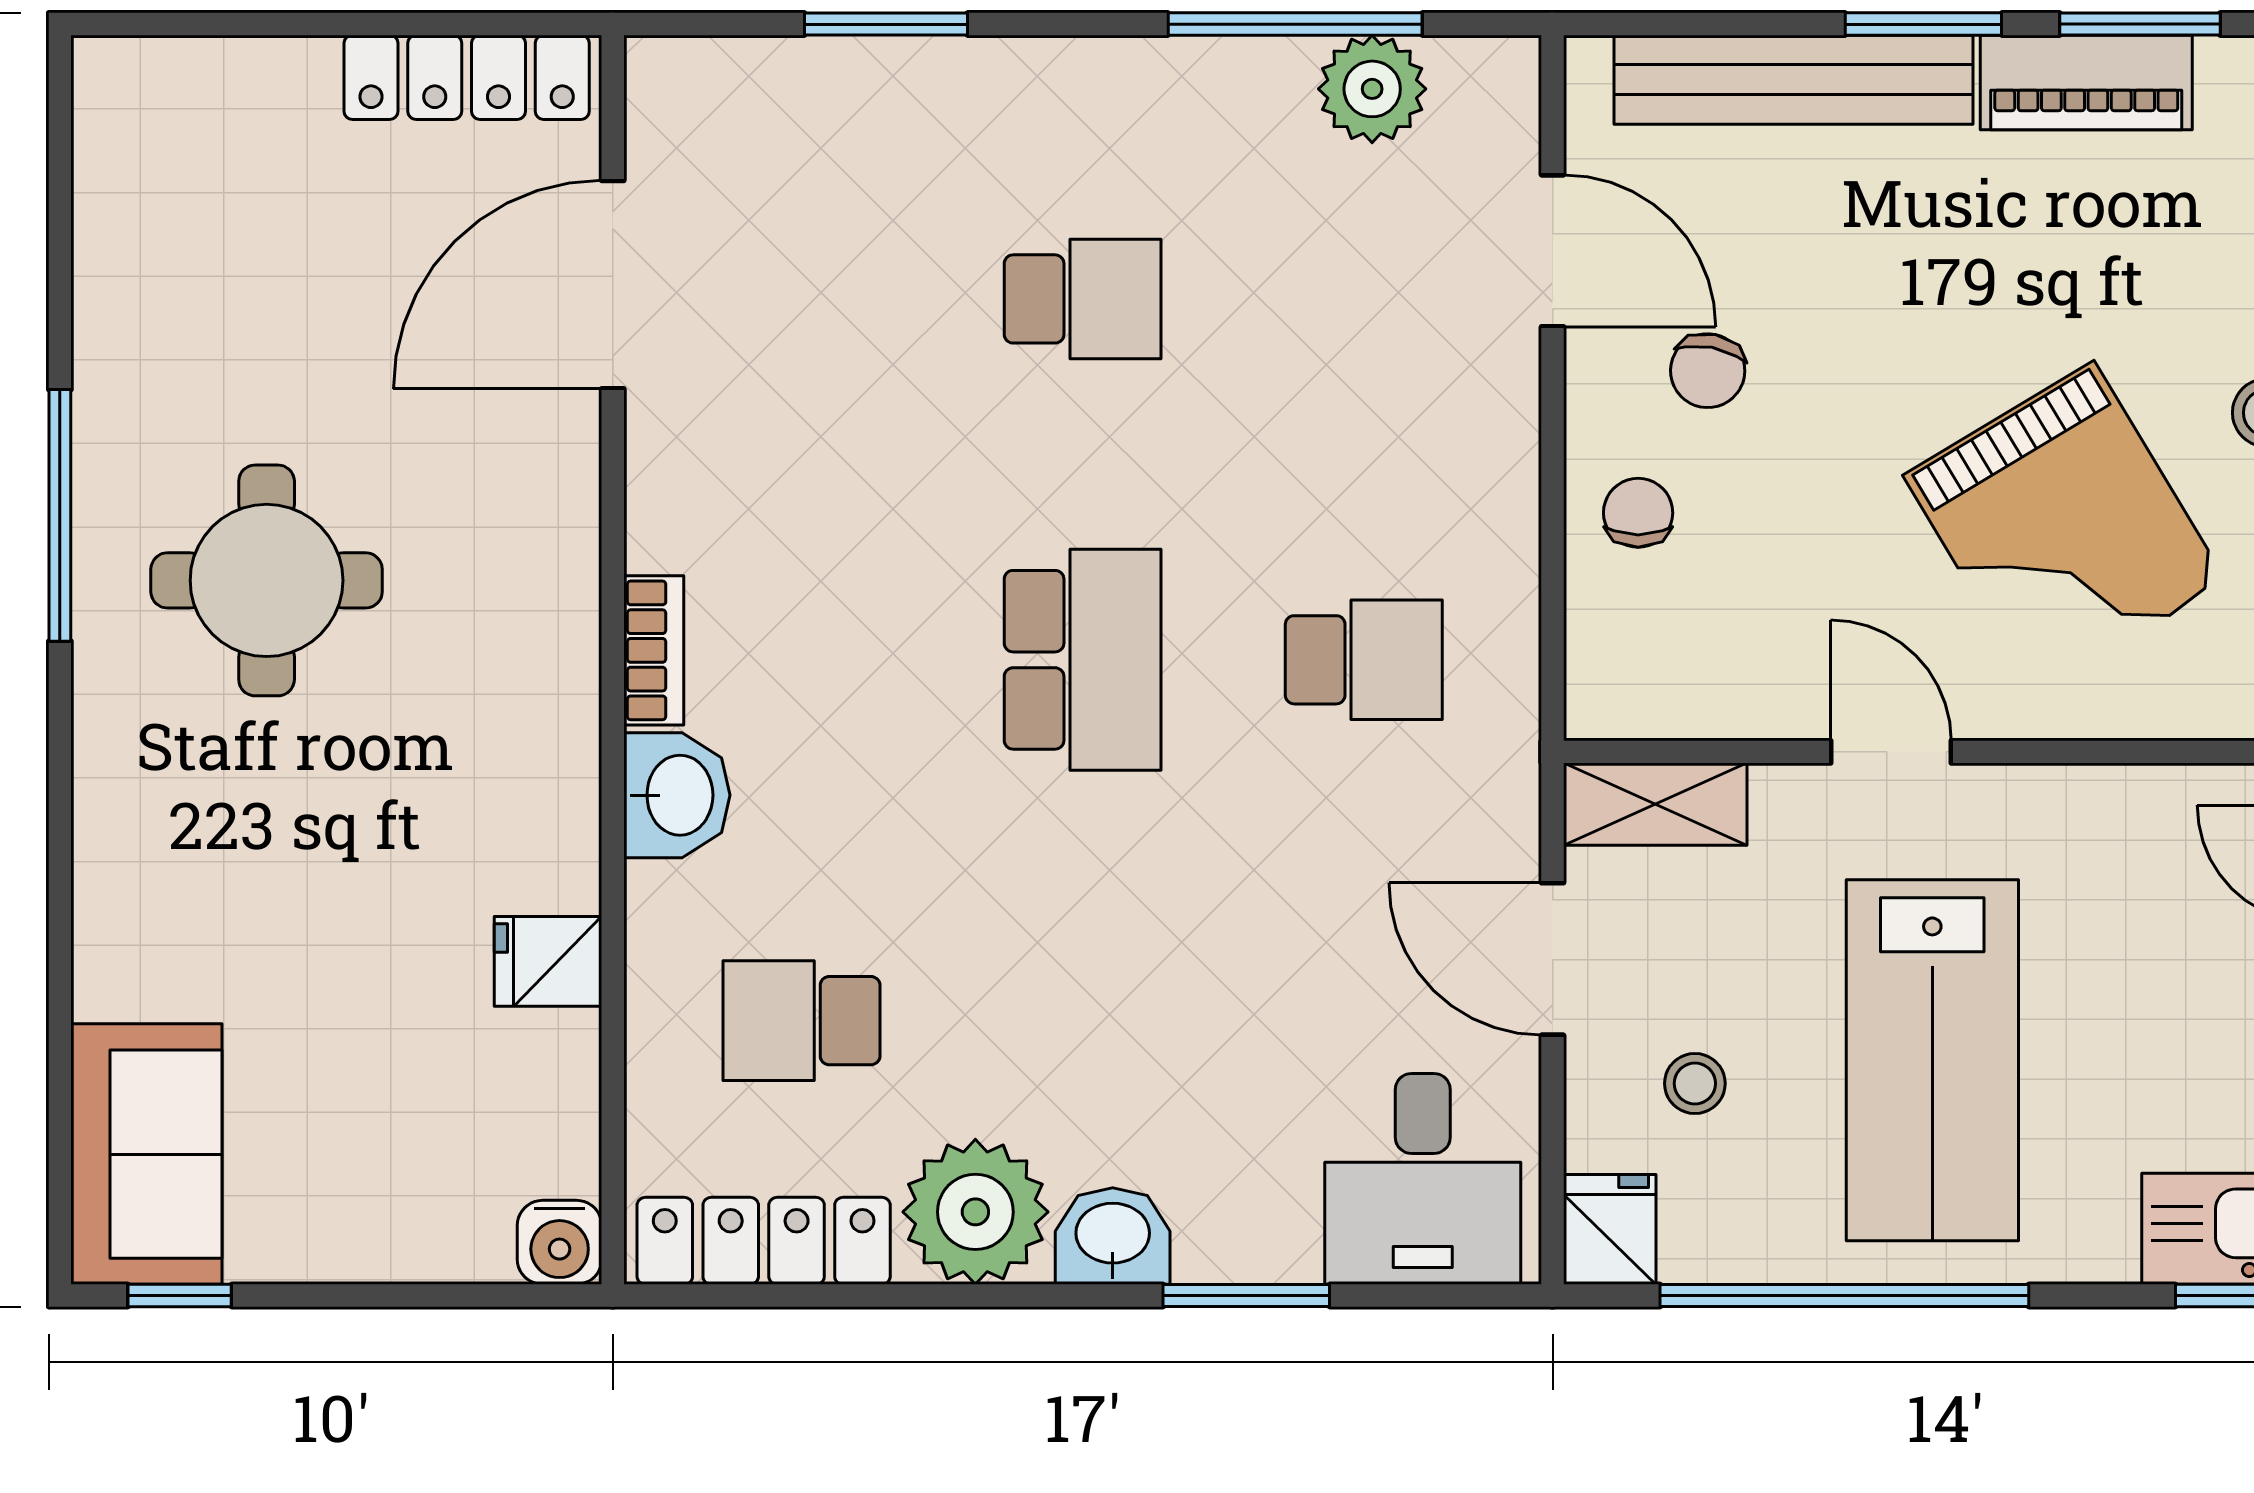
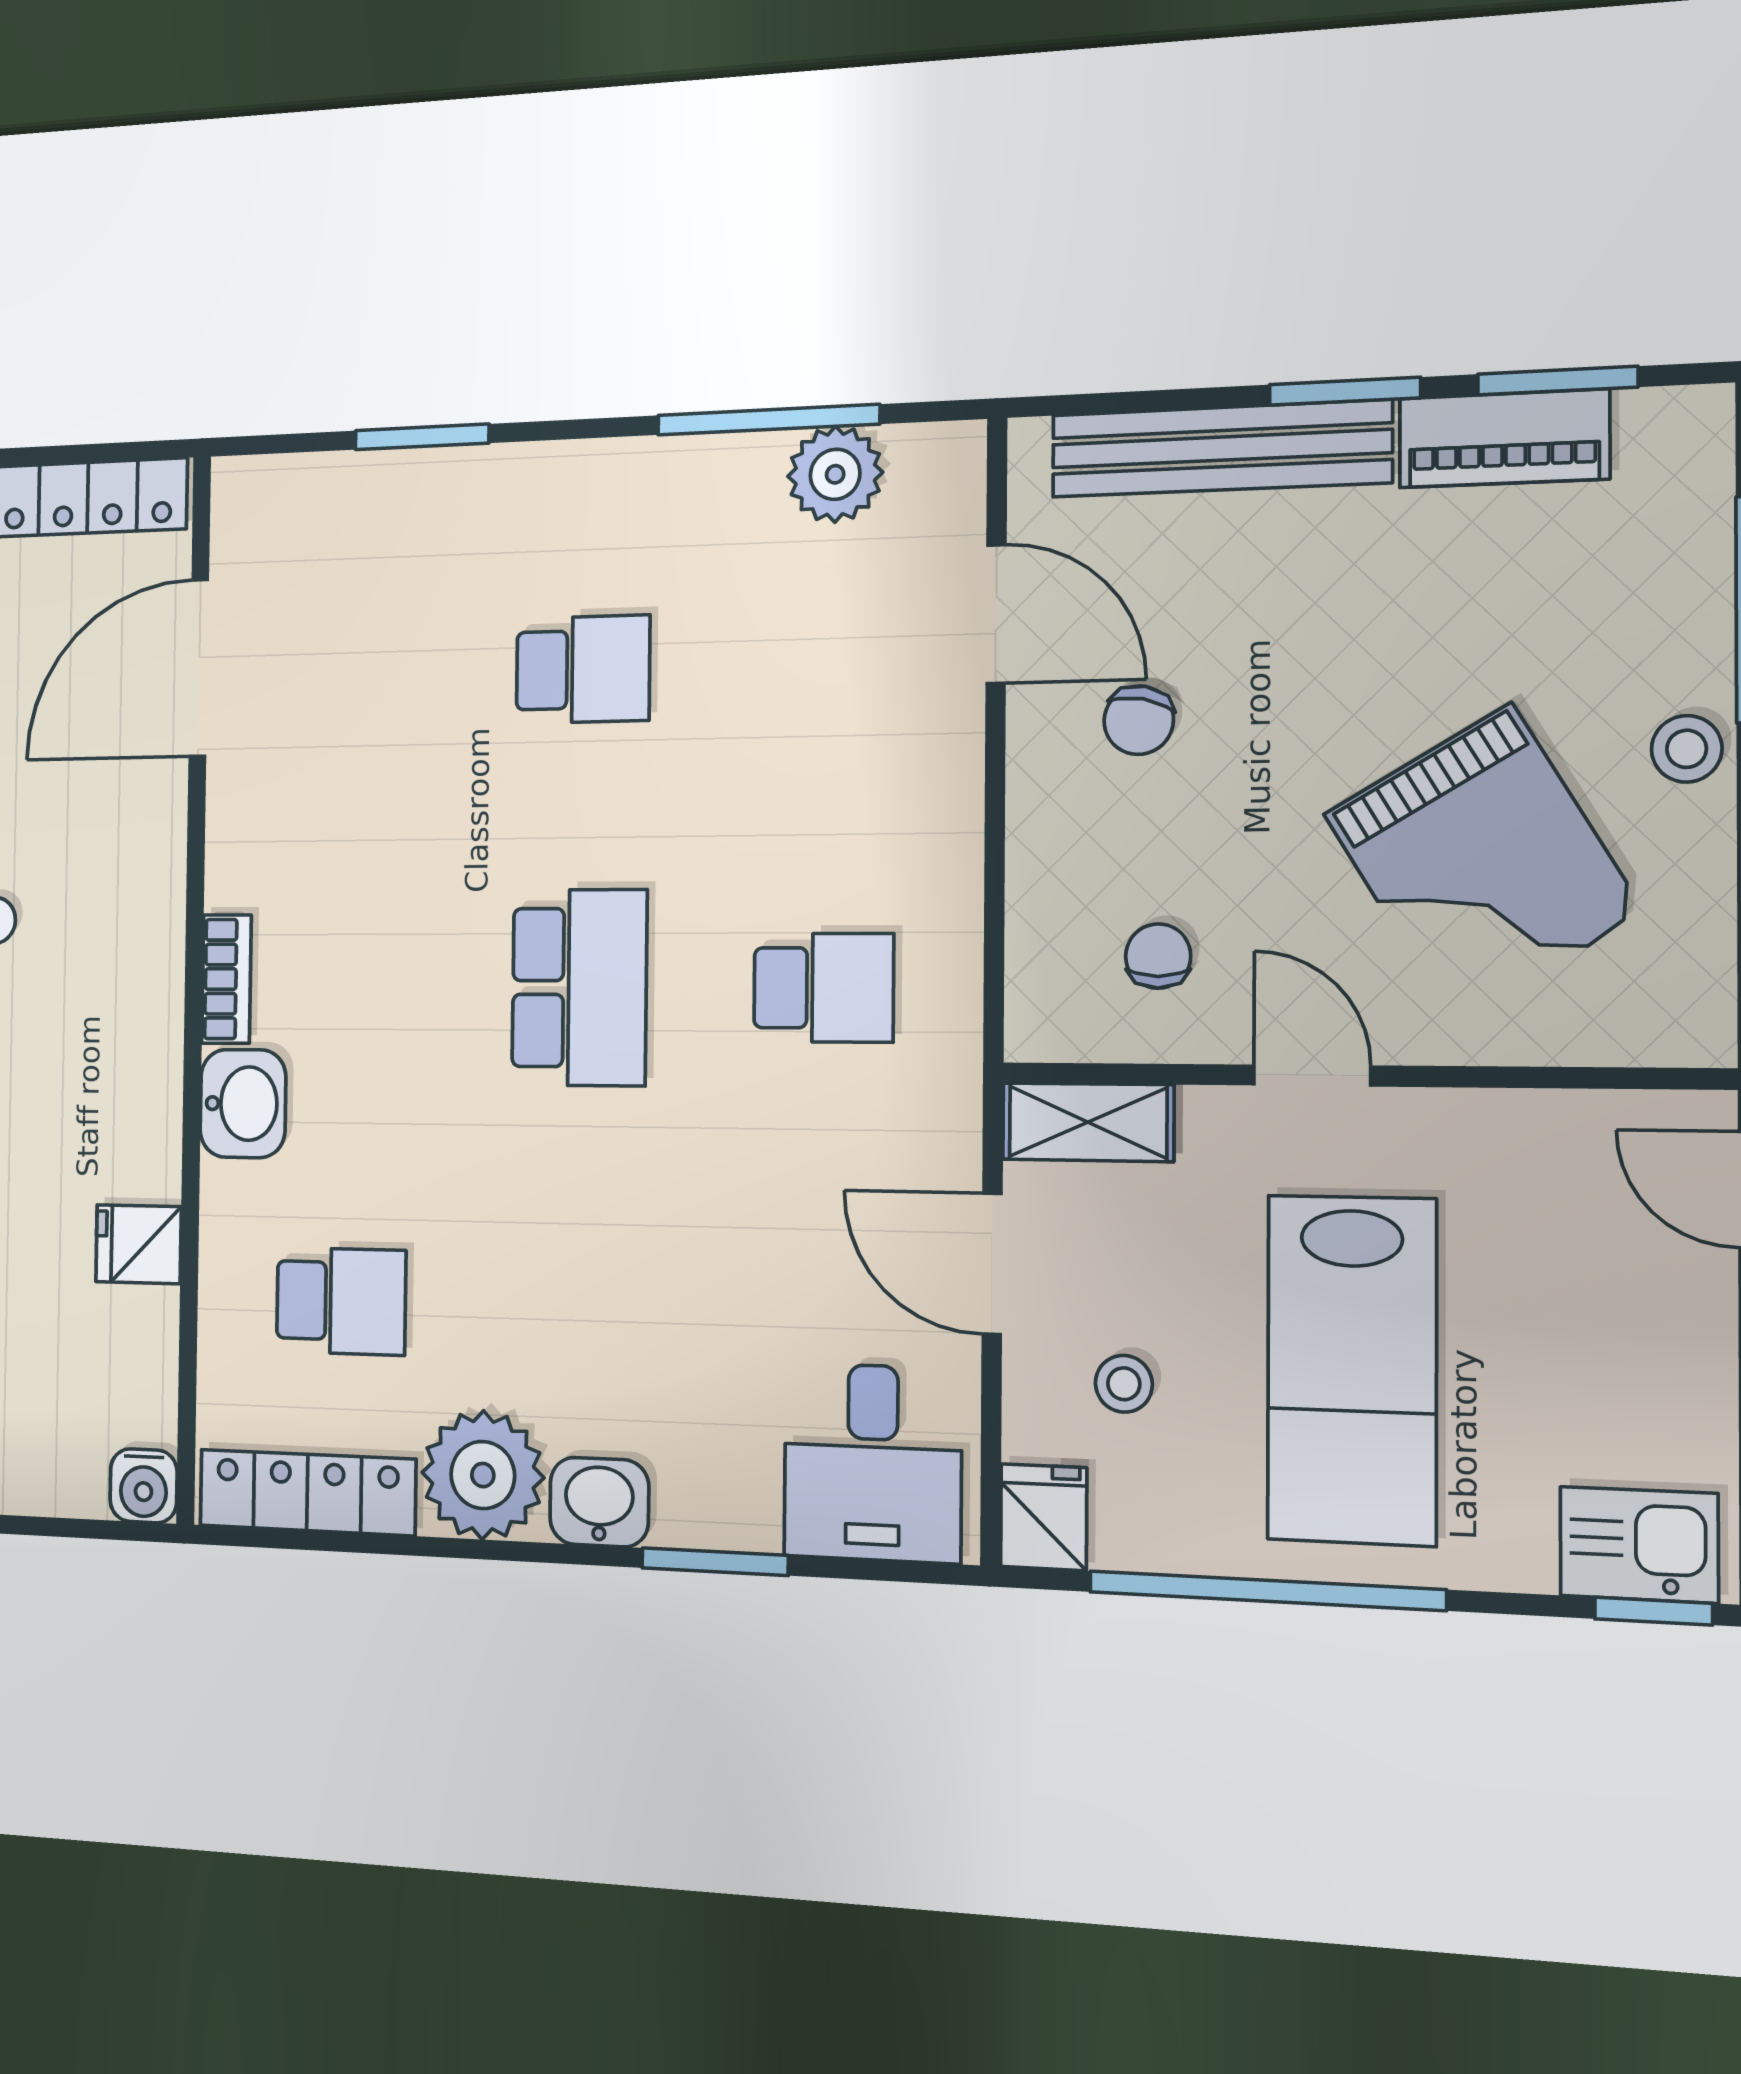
chair: (1638, 513) -> (1158, 956), moved
school desk: (802, 1021) -> (341, 1301), turned 180

